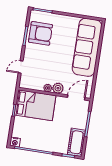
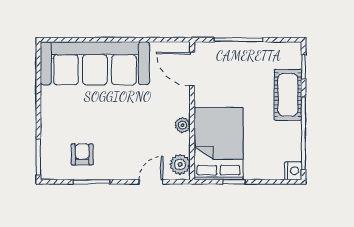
armchair: (40, 33) -> (82, 154), width x0.53, depth x0.53
door: (21, 67) -> (151, 182), swing flipped
plant: (58, 88) -> (180, 164), moved
cot: (77, 142) -> (288, 95), moved, turned 90

